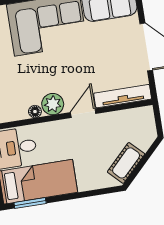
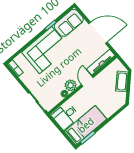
cot: (126, 163) -> (122, 81), moved

